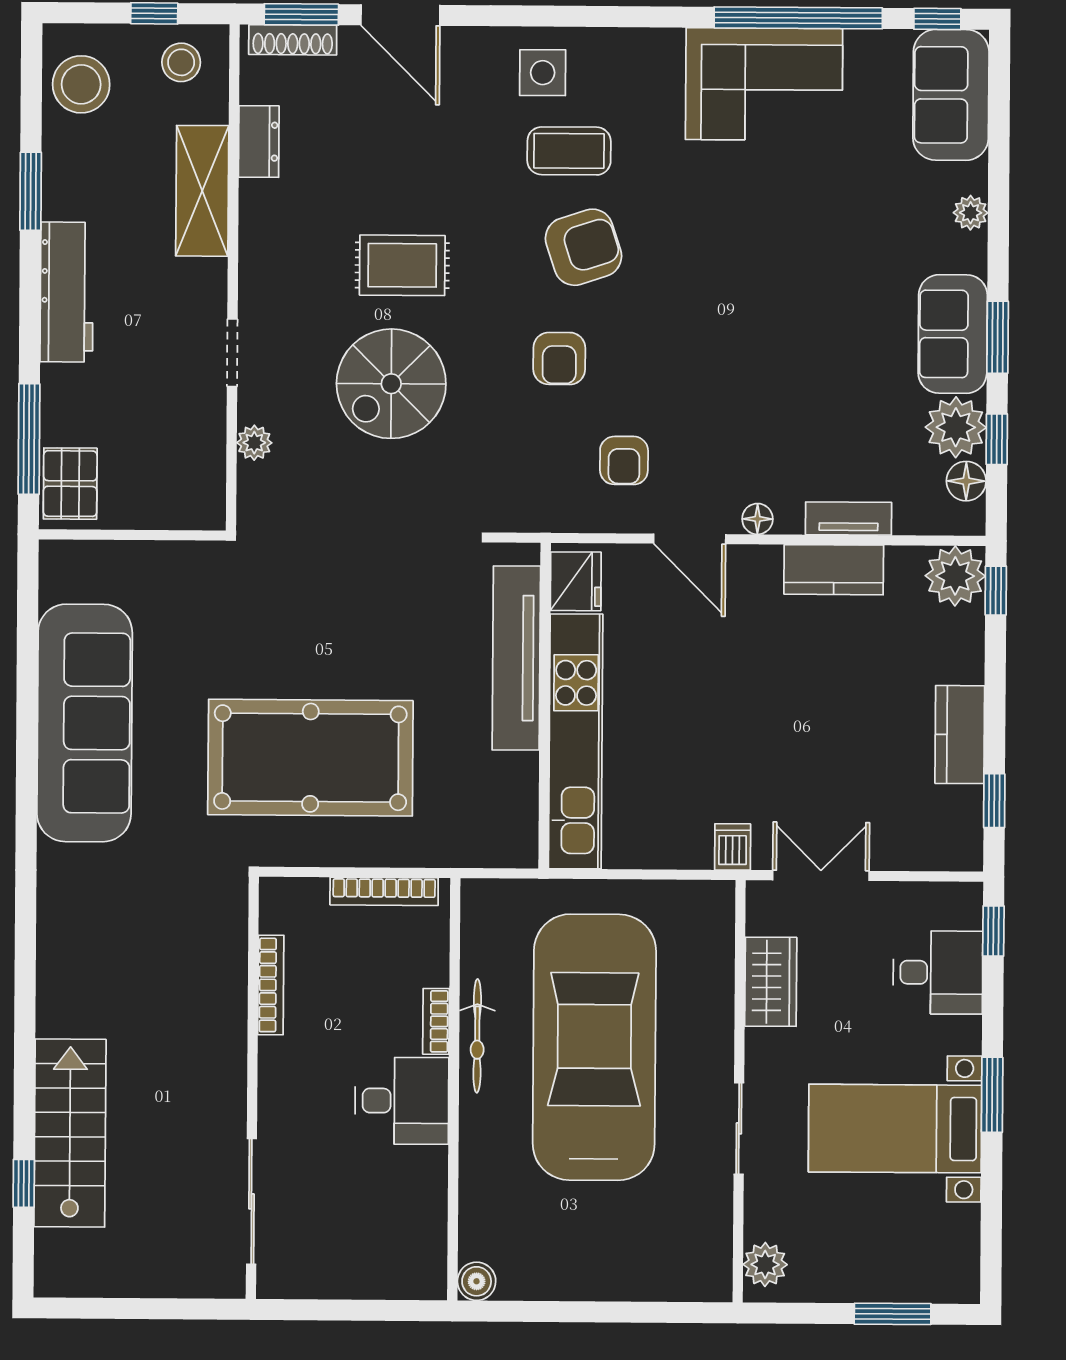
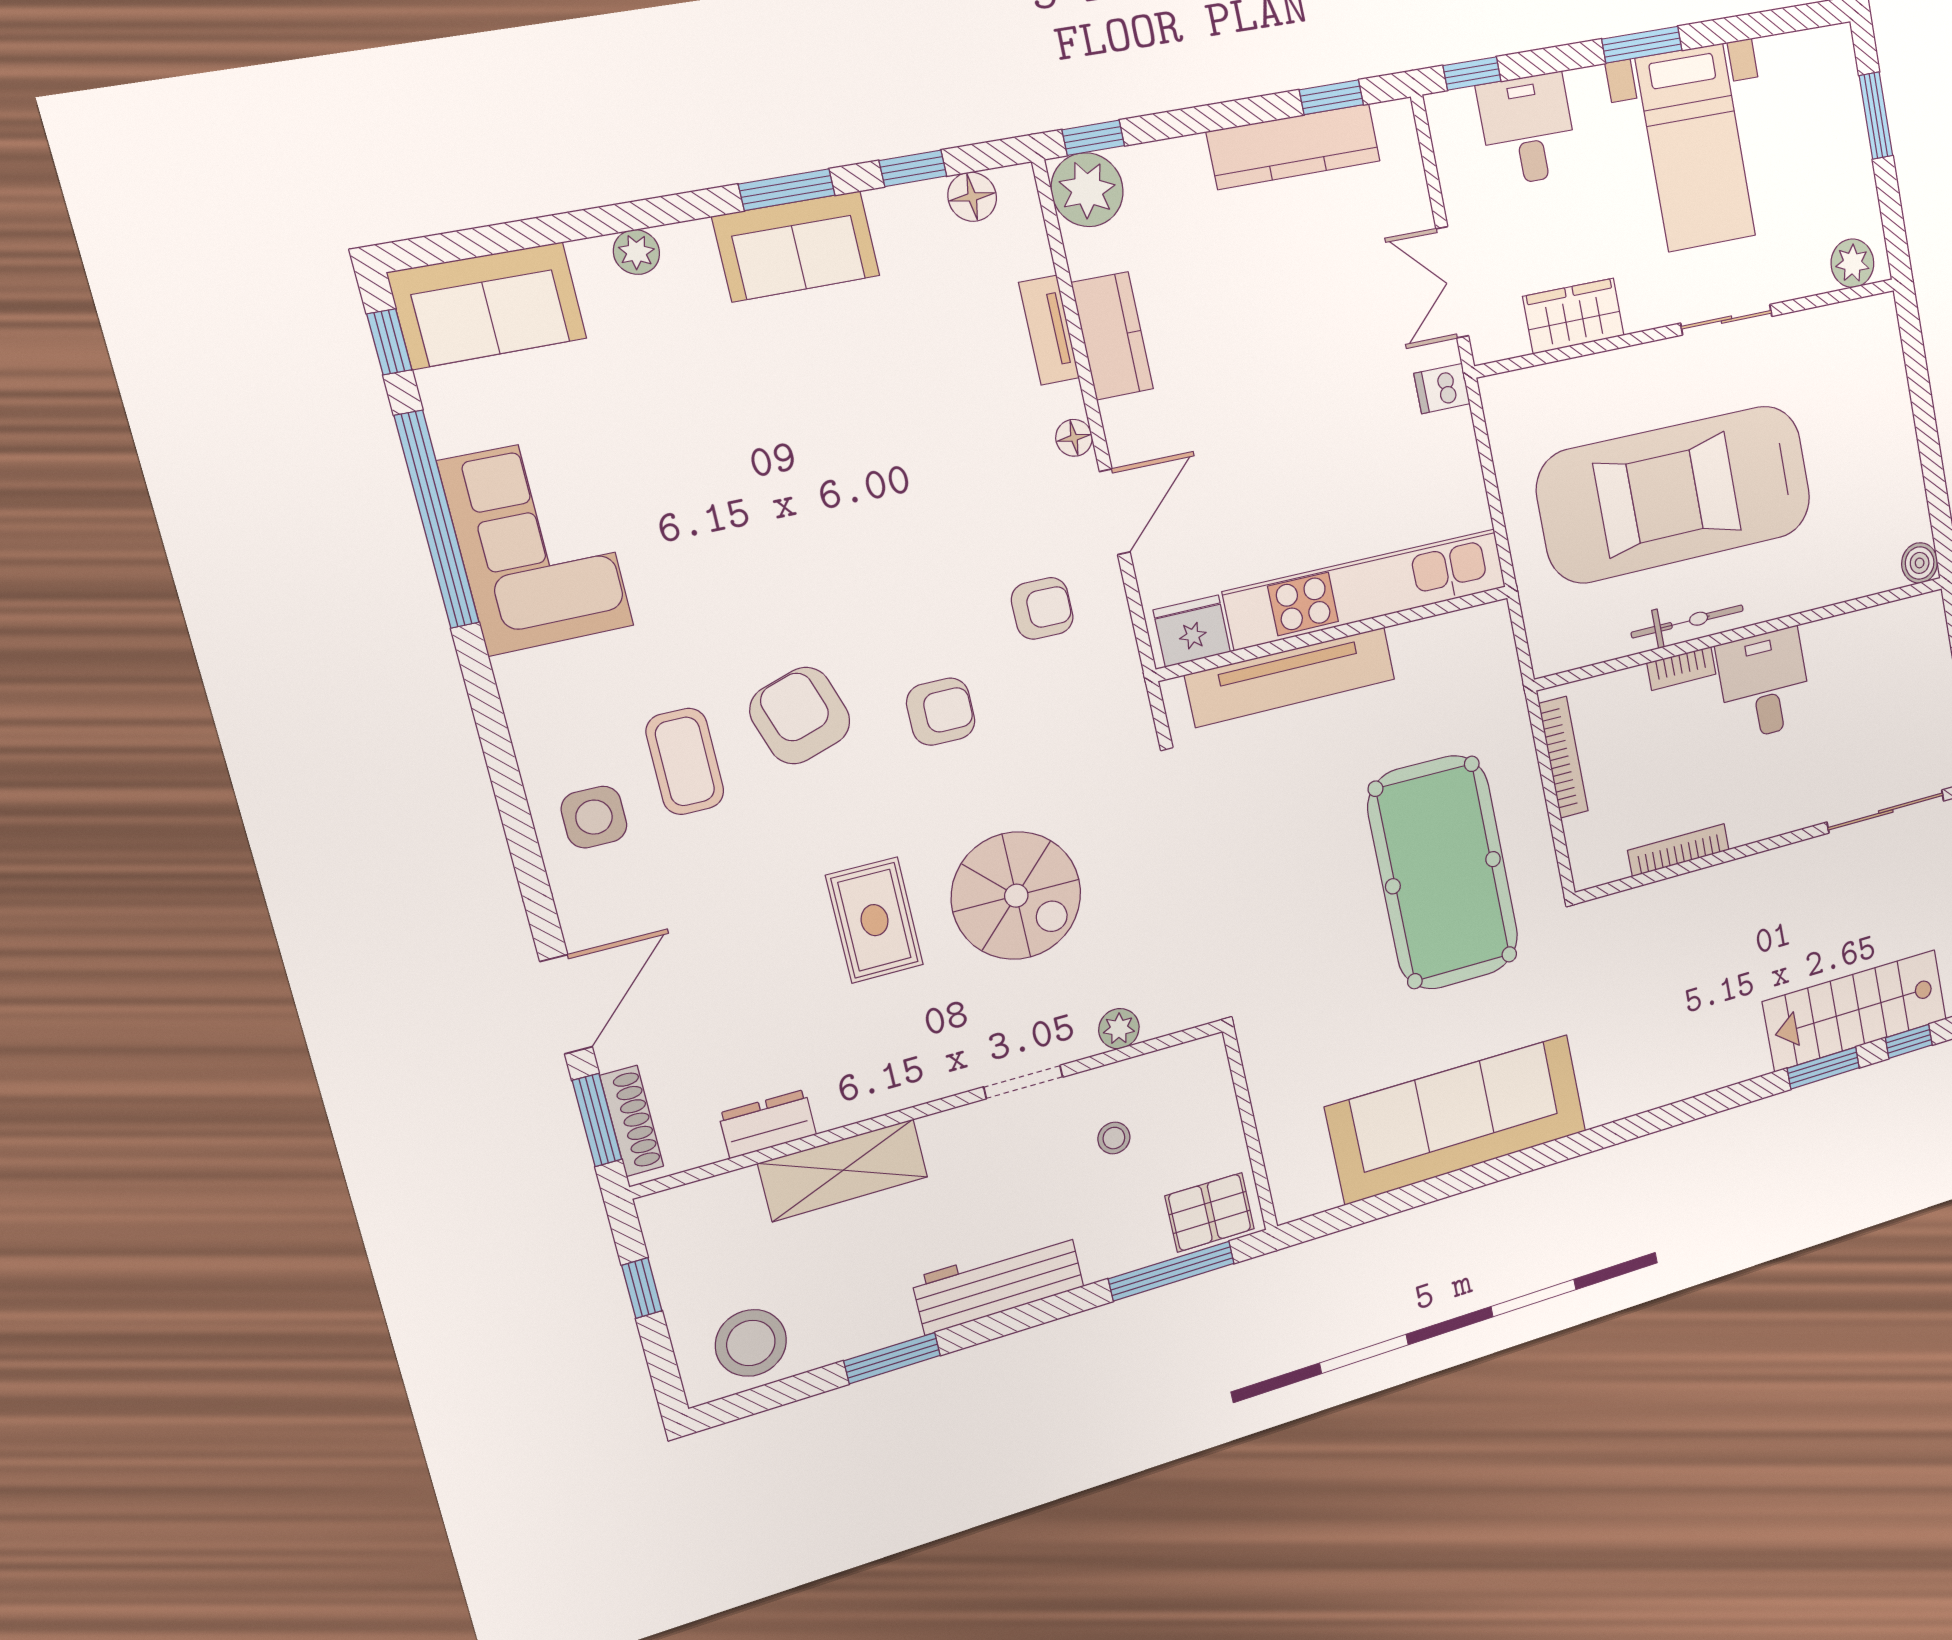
stool: (181, 62) -> (1114, 1138), moved, width x0.73, depth x0.73
plant: (956, 427) -> (910, 221), removed
kitchen counter: (960, 735) -> (1294, 146), width x1.50
window: (24, 1090) -> (1823, 1068), added

